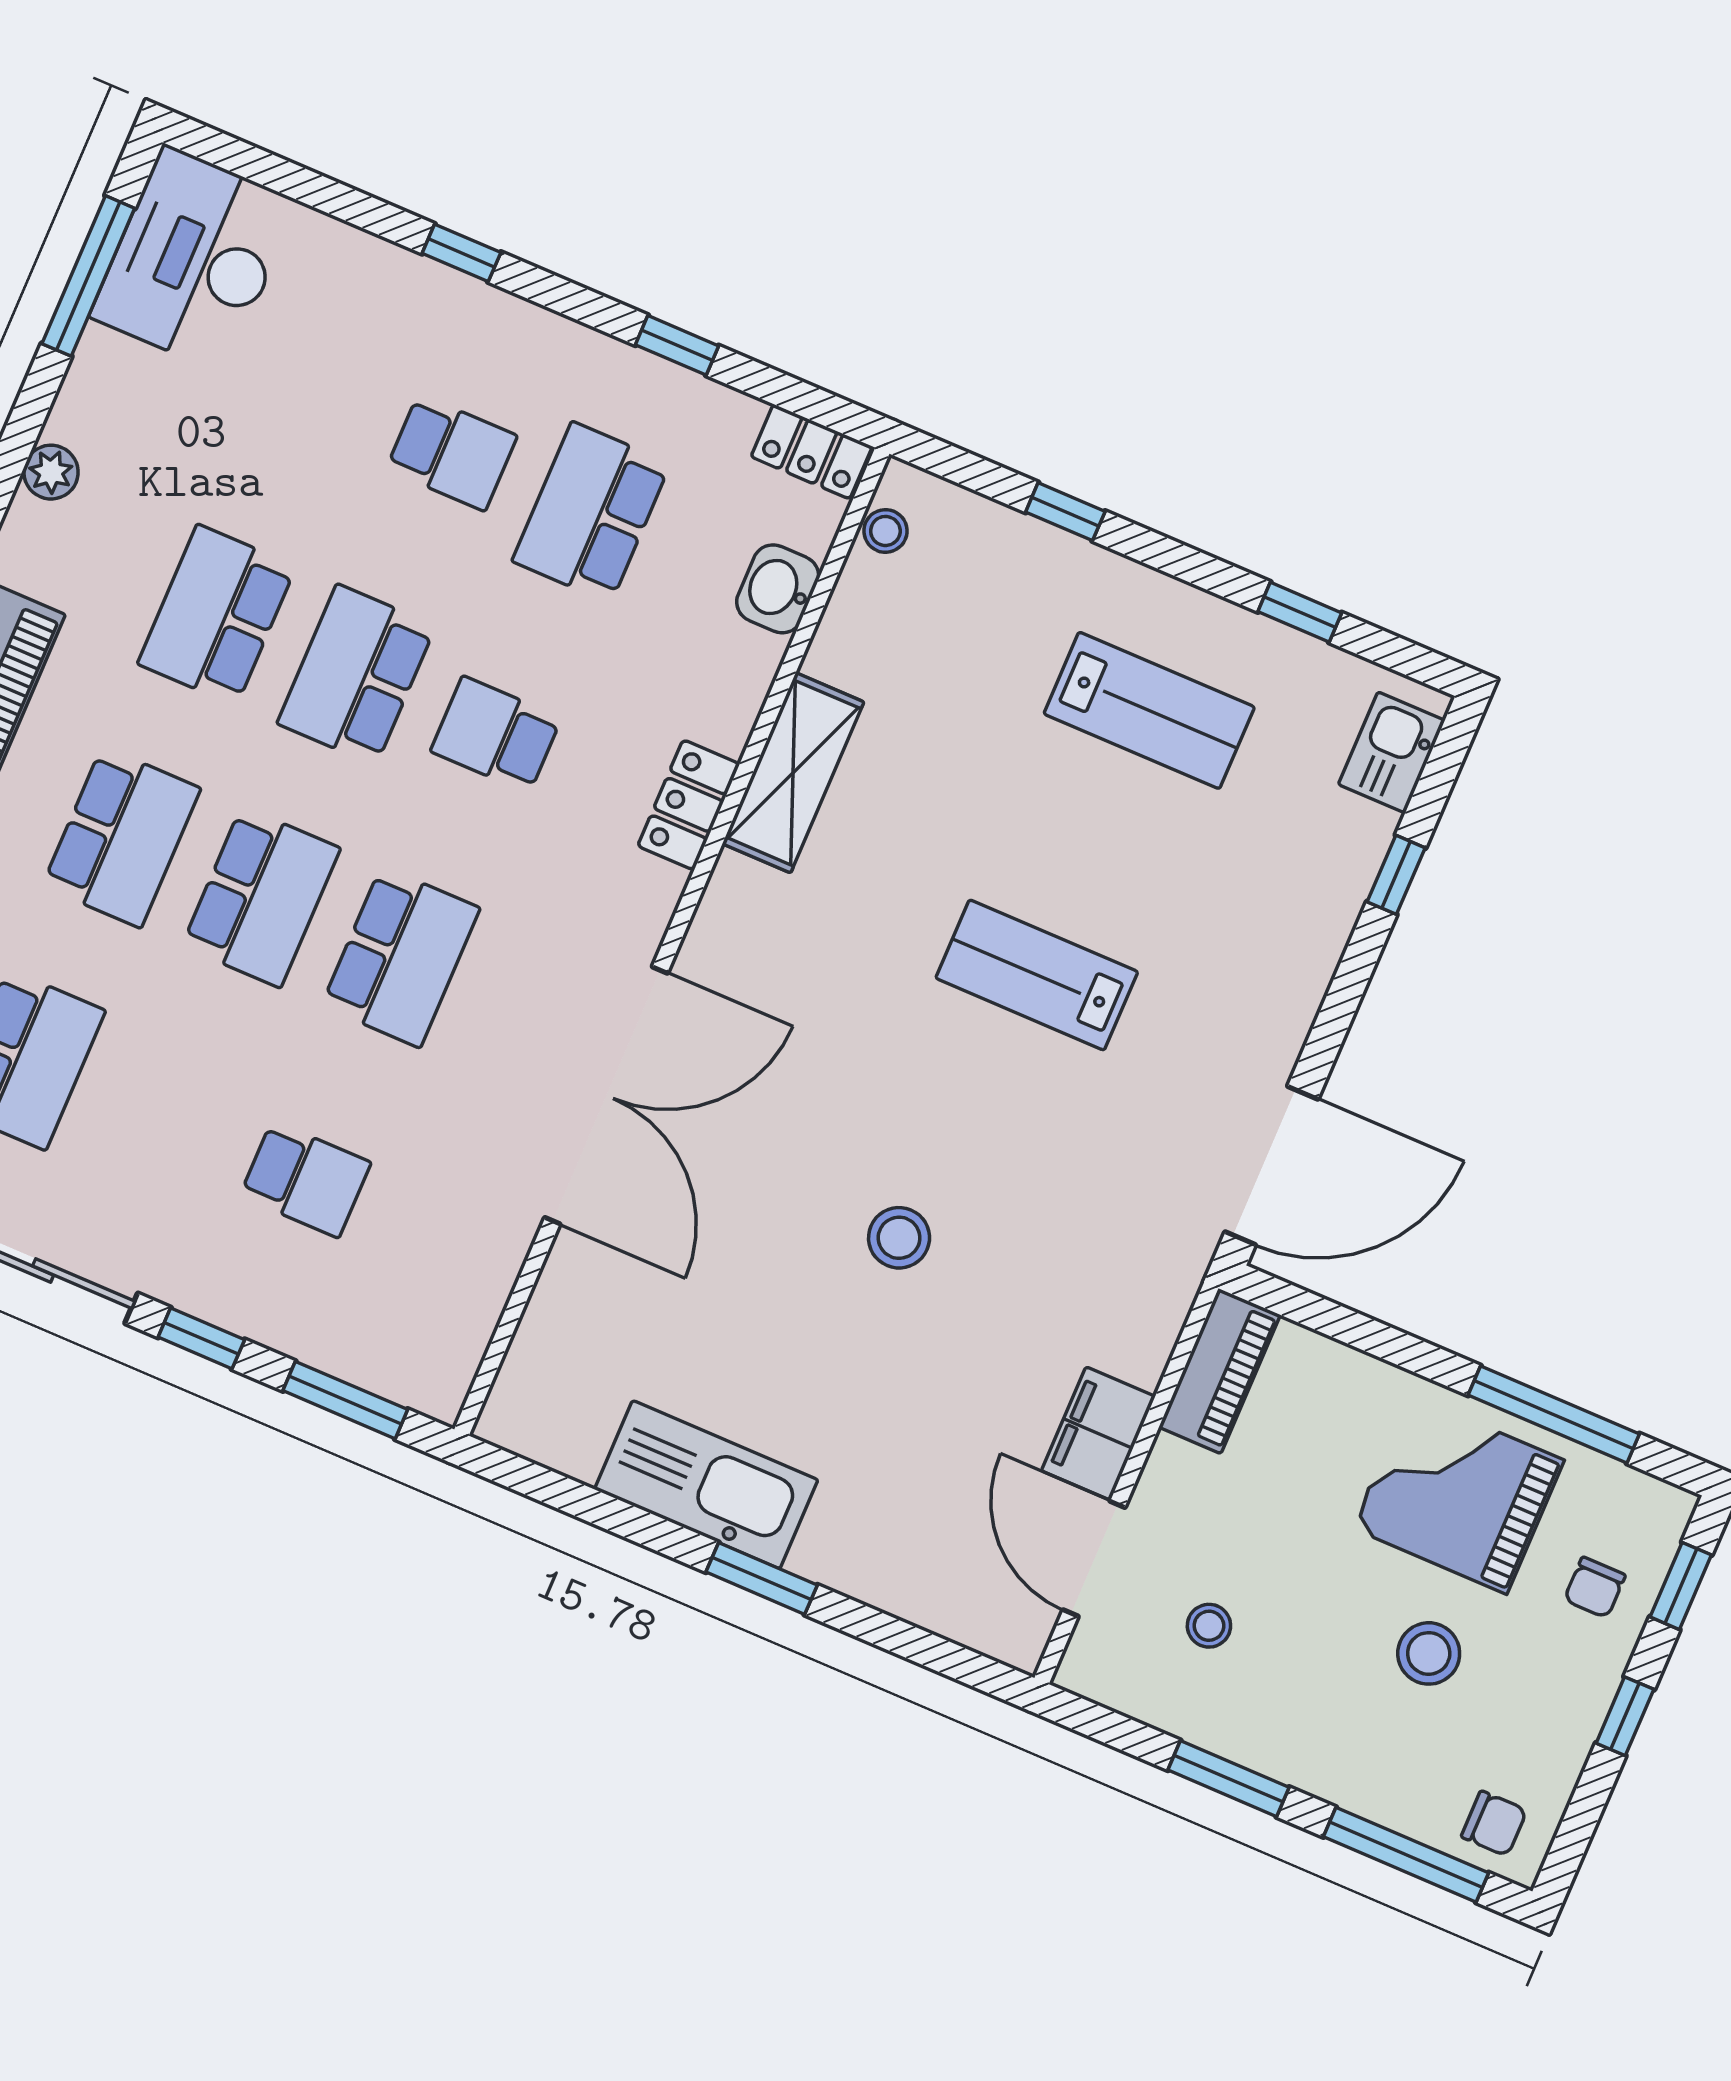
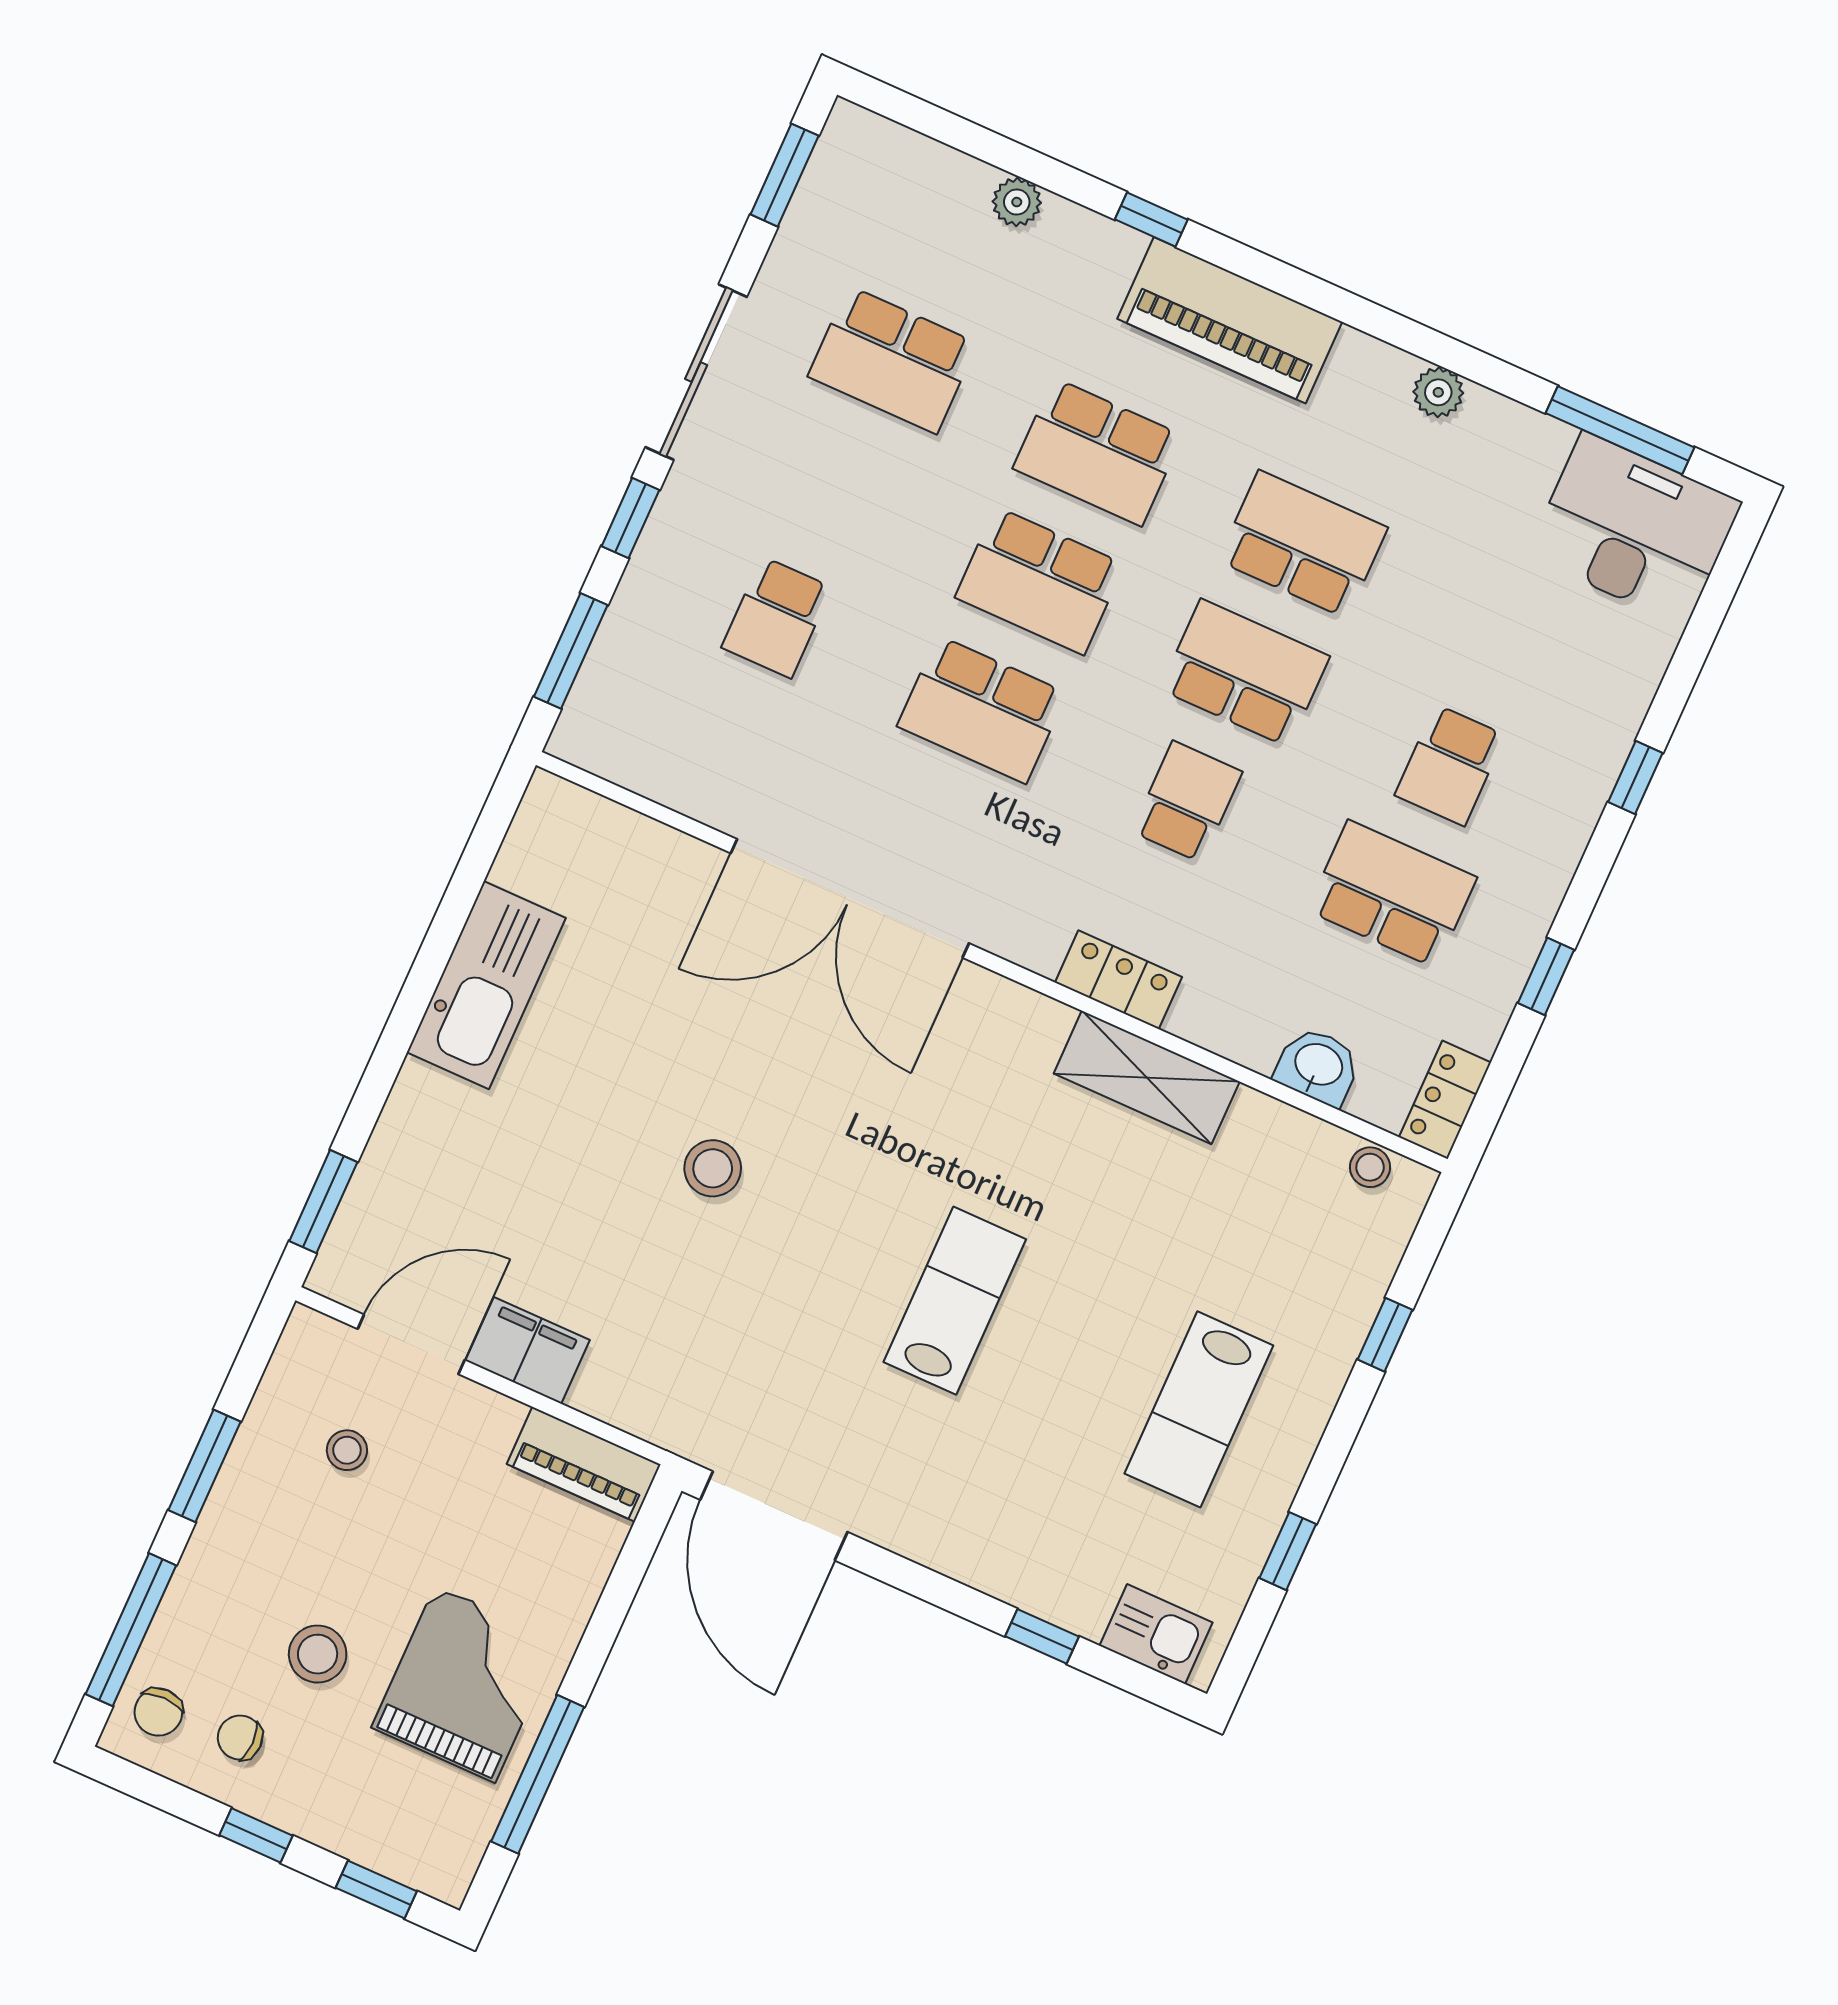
window: (762, 1579) -> (323, 1202), moved
chair: (1595, 1587) -> (240, 1738), moved

